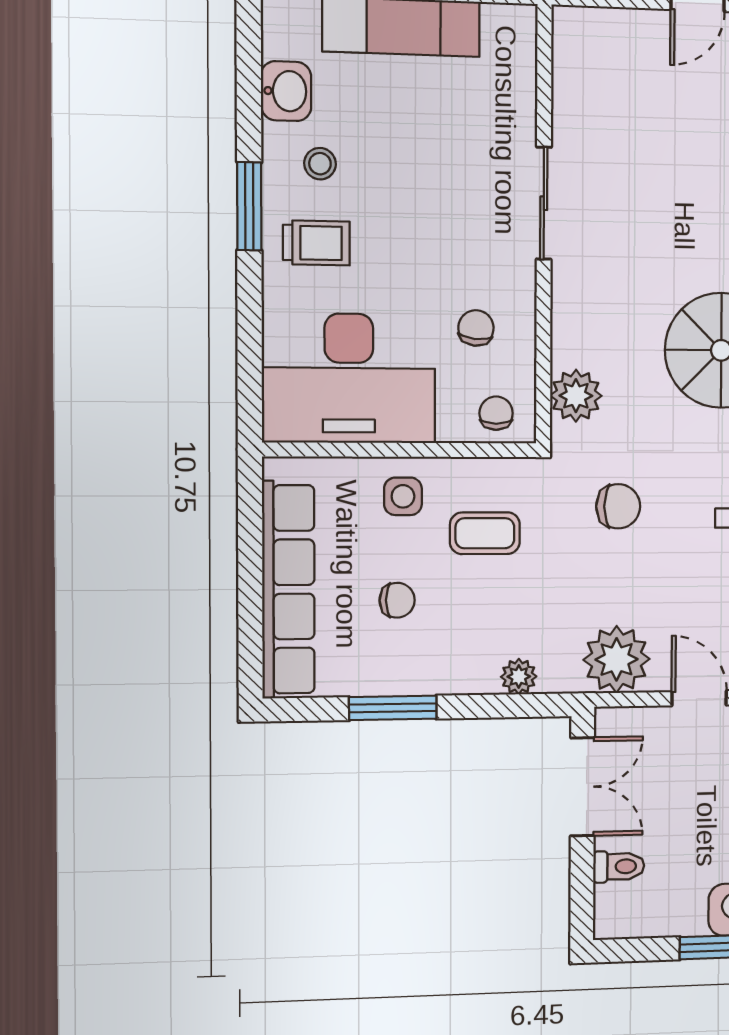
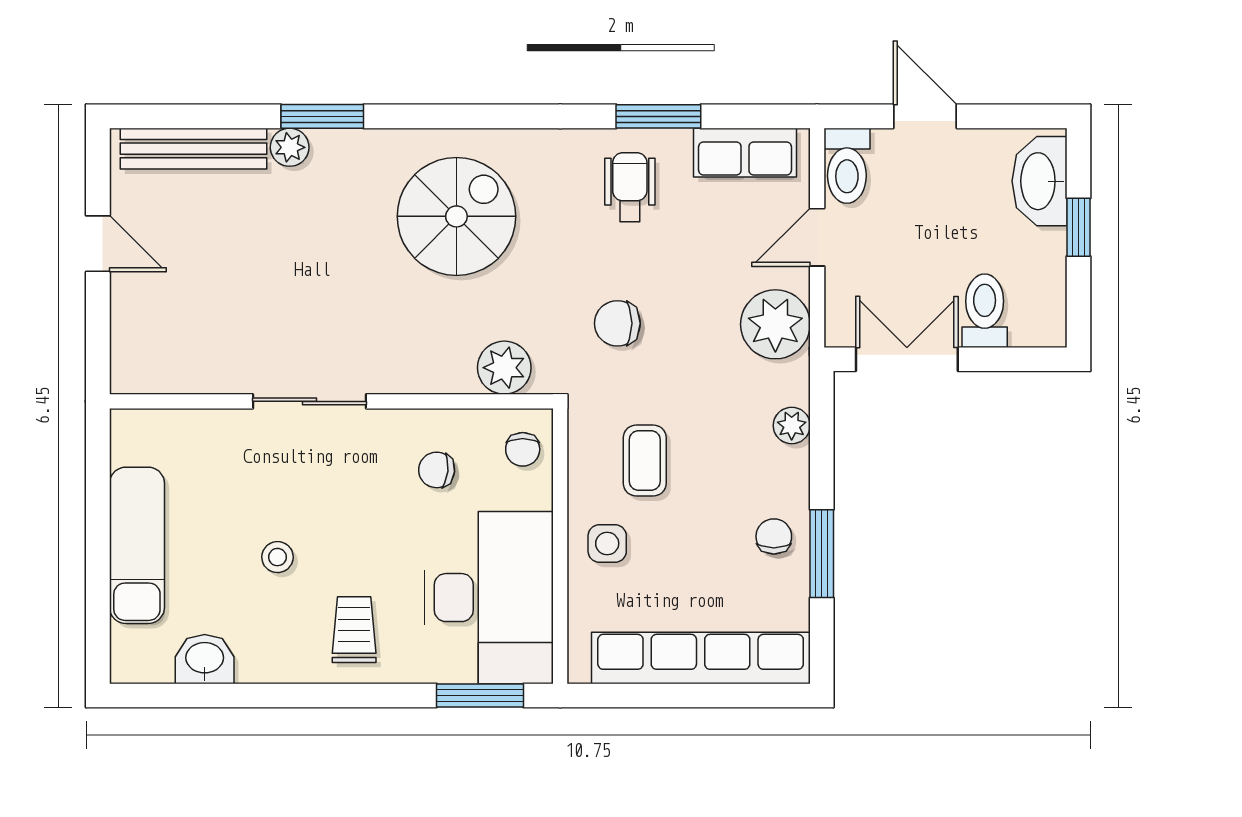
stool: (320, 164) -> (278, 557), moved
window: (249, 206) -> (480, 696), moved
chair: (496, 413) -> (523, 449), turned -90
chair: (618, 506) -> (617, 323), turned -90
chair: (397, 600) -> (774, 536), moved
toilet: (619, 866) -> (985, 311), width x1.37, depth x1.39

